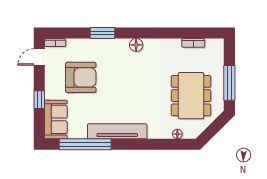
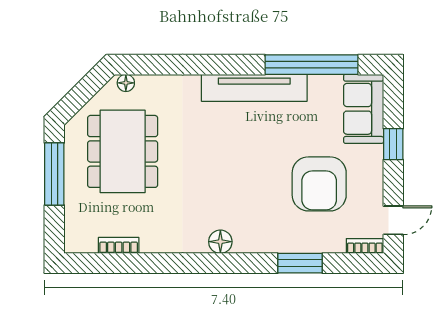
window: (102, 33) -> (300, 263), moved
armchair: (81, 77) -> (319, 184), turned -90
floor lamp: (177, 134) -> (126, 83), moved

